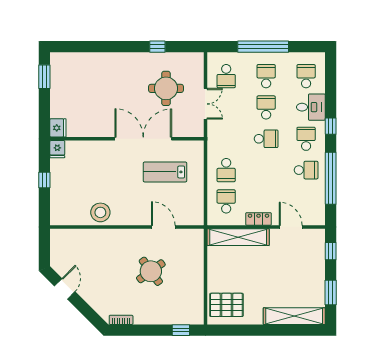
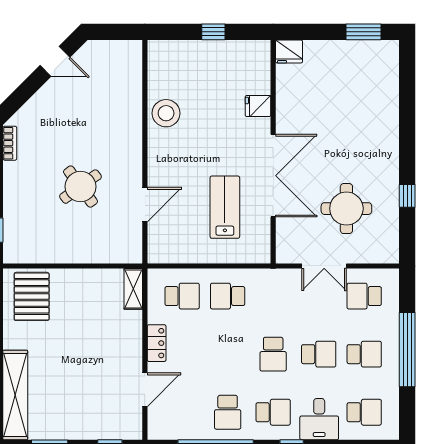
fridge: (57, 149) -> (258, 106), moved
shelving: (238, 237) -> (133, 289), width x0.45, depth x0.75

